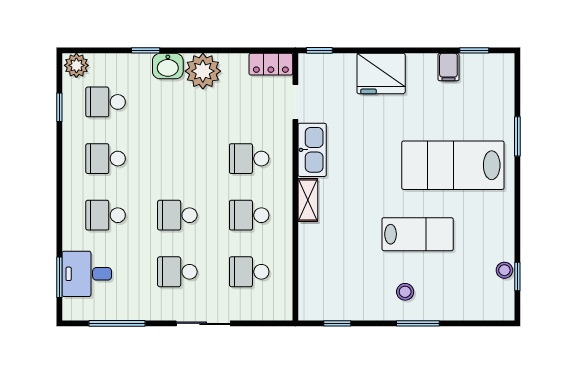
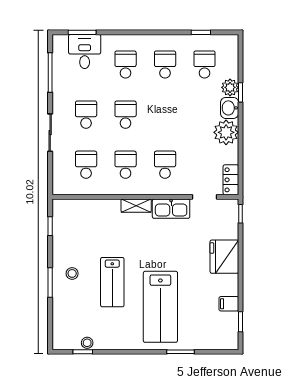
plant: (76, 65) -> (230, 87), moved
lab bench: (453, 165) -> (160, 307), turned 180

